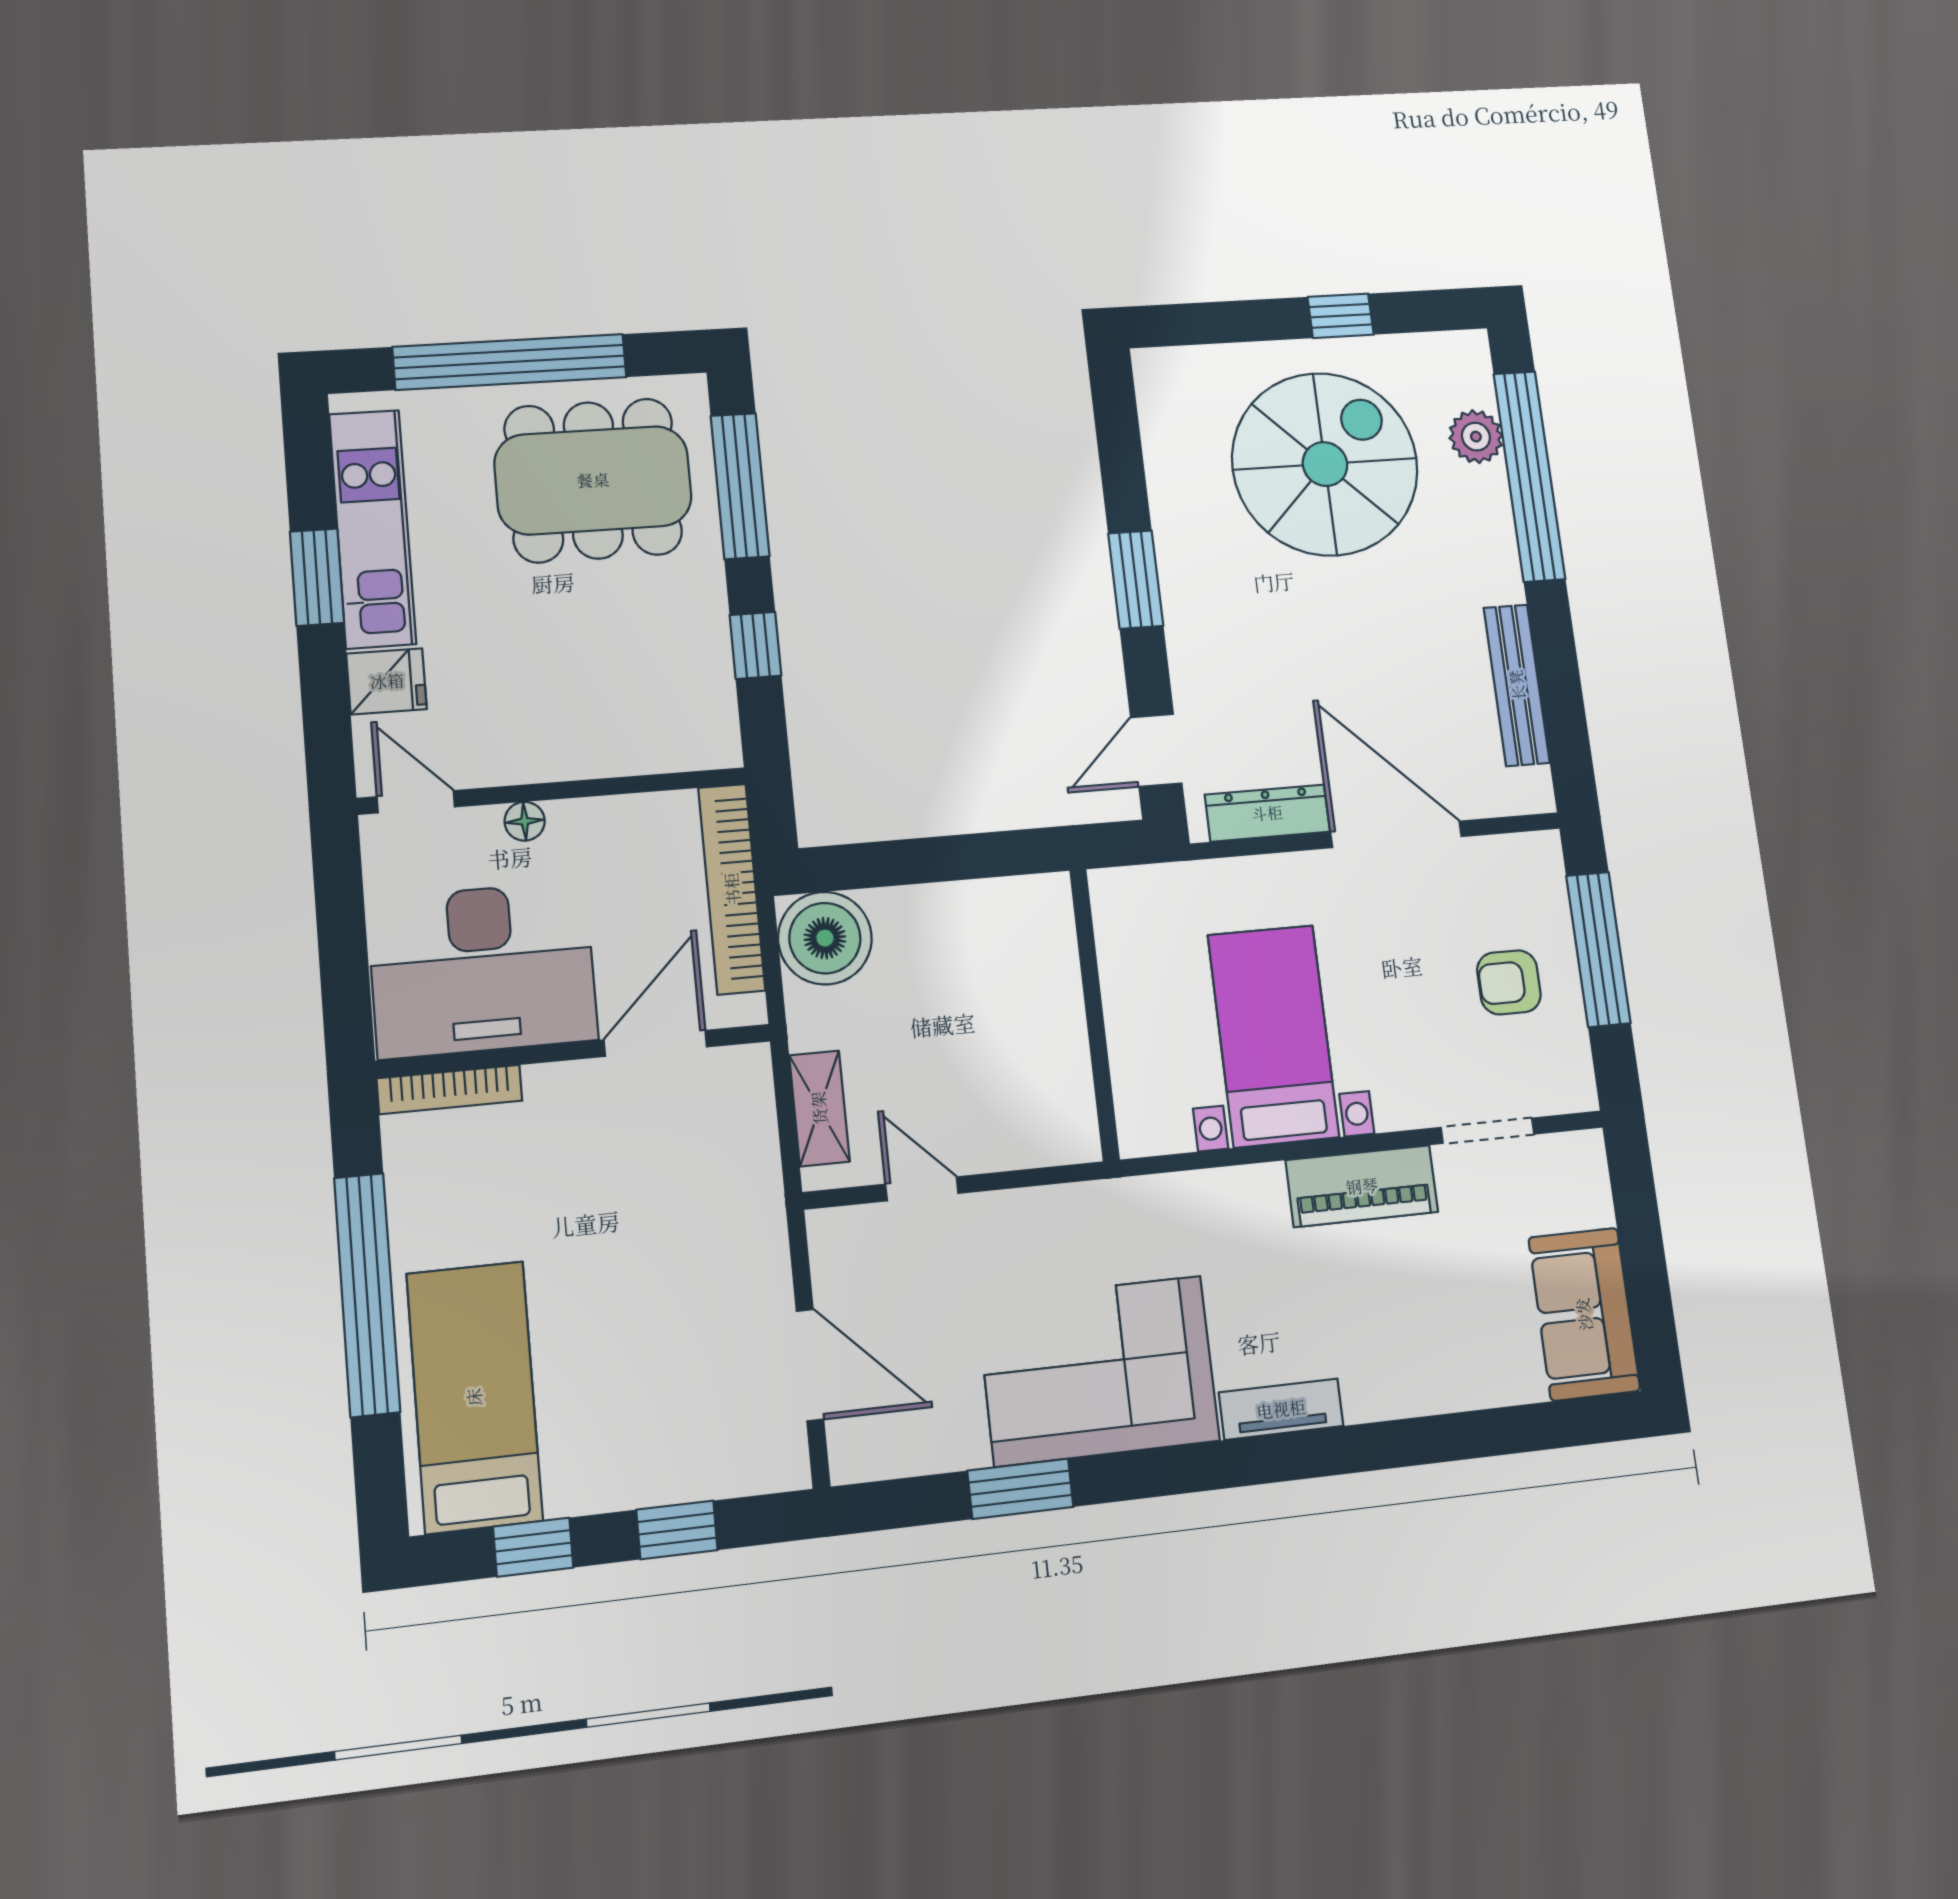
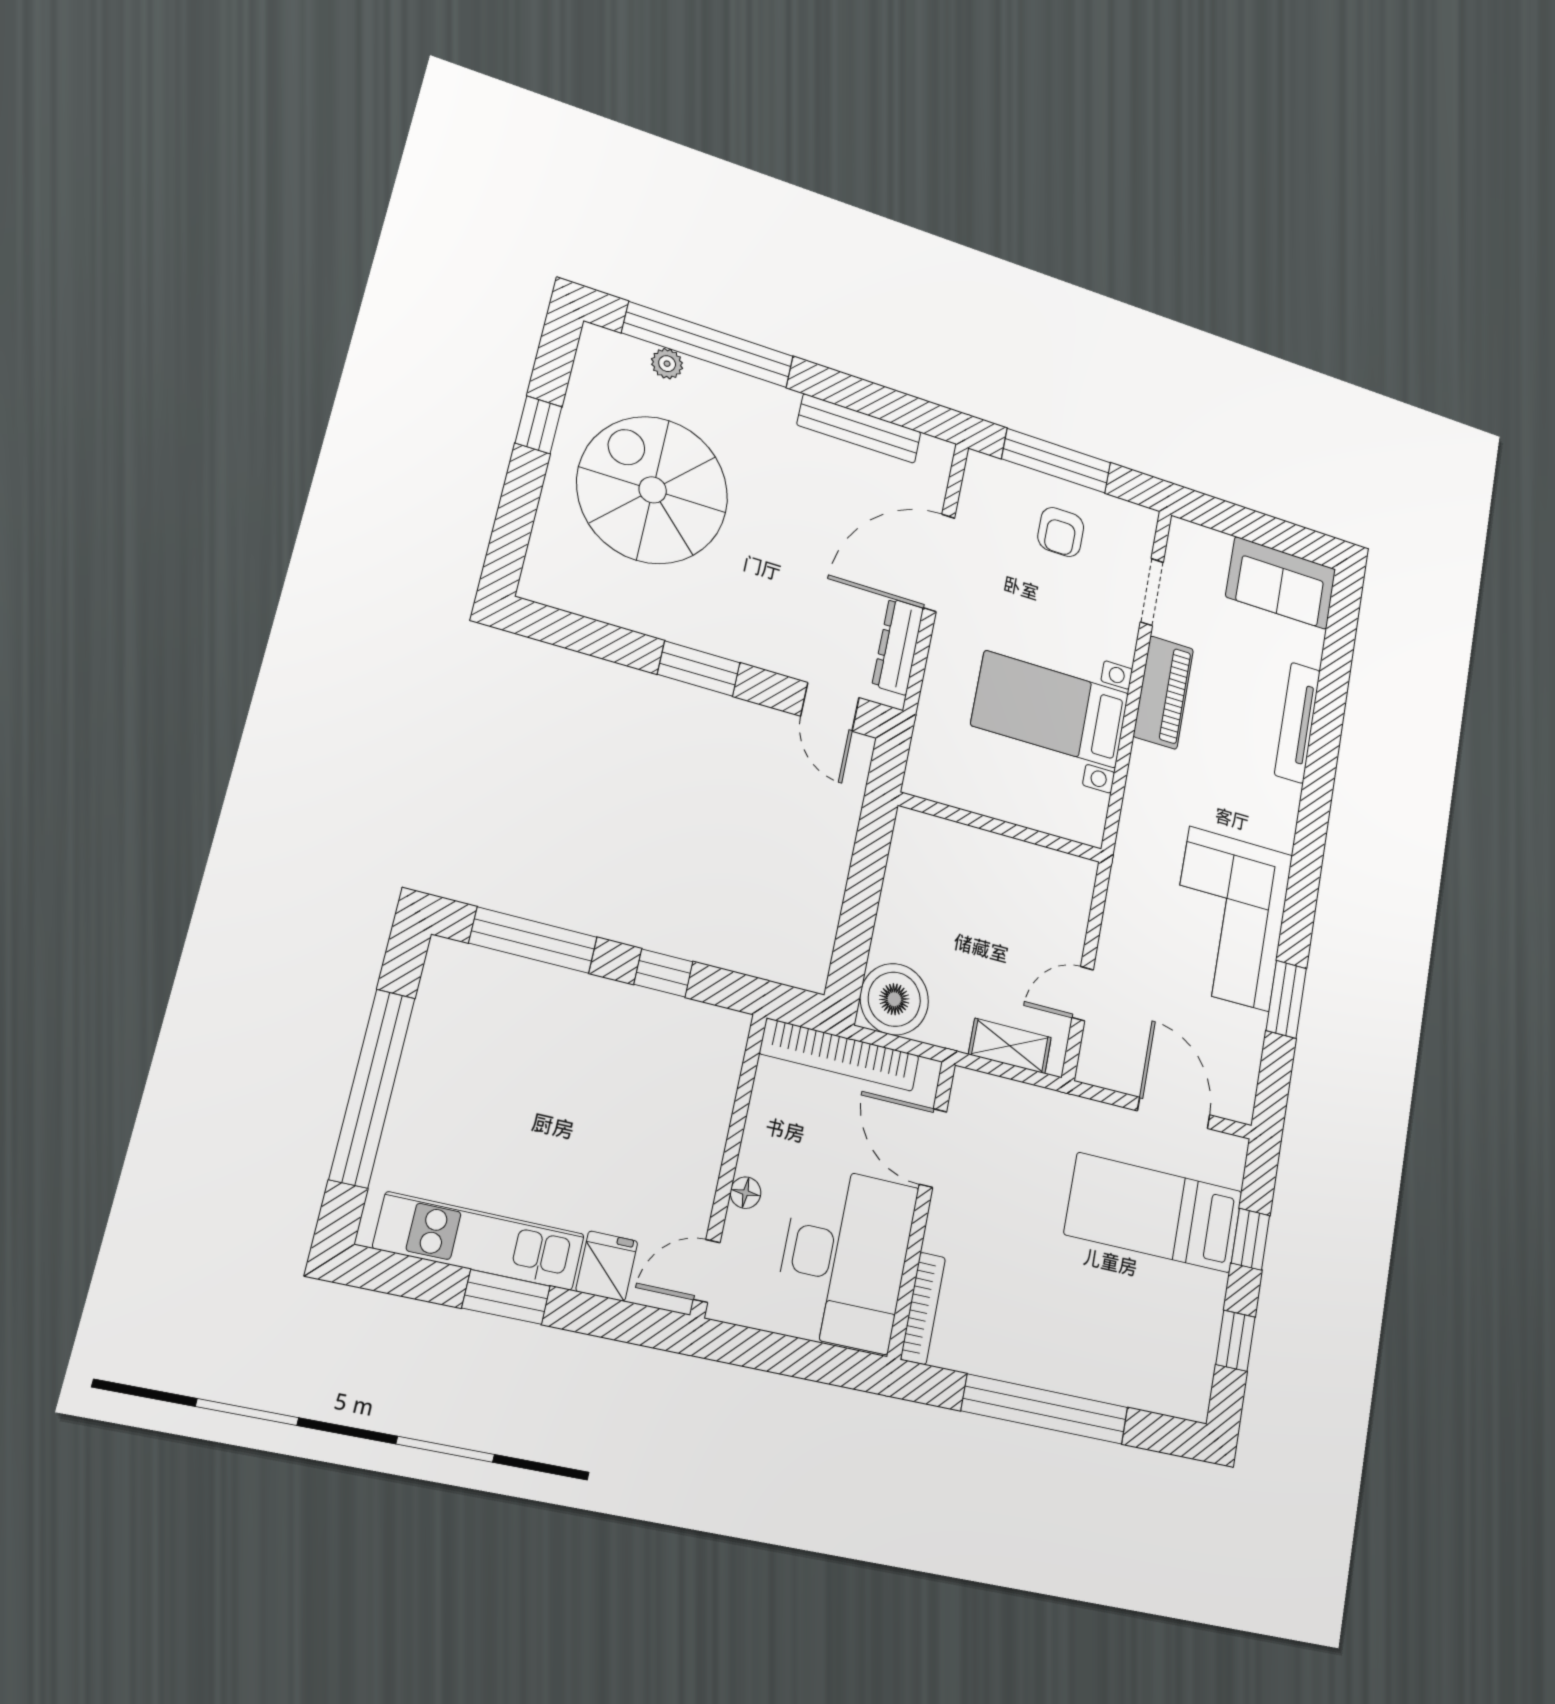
plant: (1476, 437) -> (667, 364), width x0.73, depth x0.73
dining table: (593, 480) -> (493, 1054), removed
door: (810, 1365) -> (1174, 1113), hinge flipped
bed: (474, 1397) -> (1154, 1213), moved
tv unit: (1281, 1409) -> (1297, 723), moved, width x1.41

